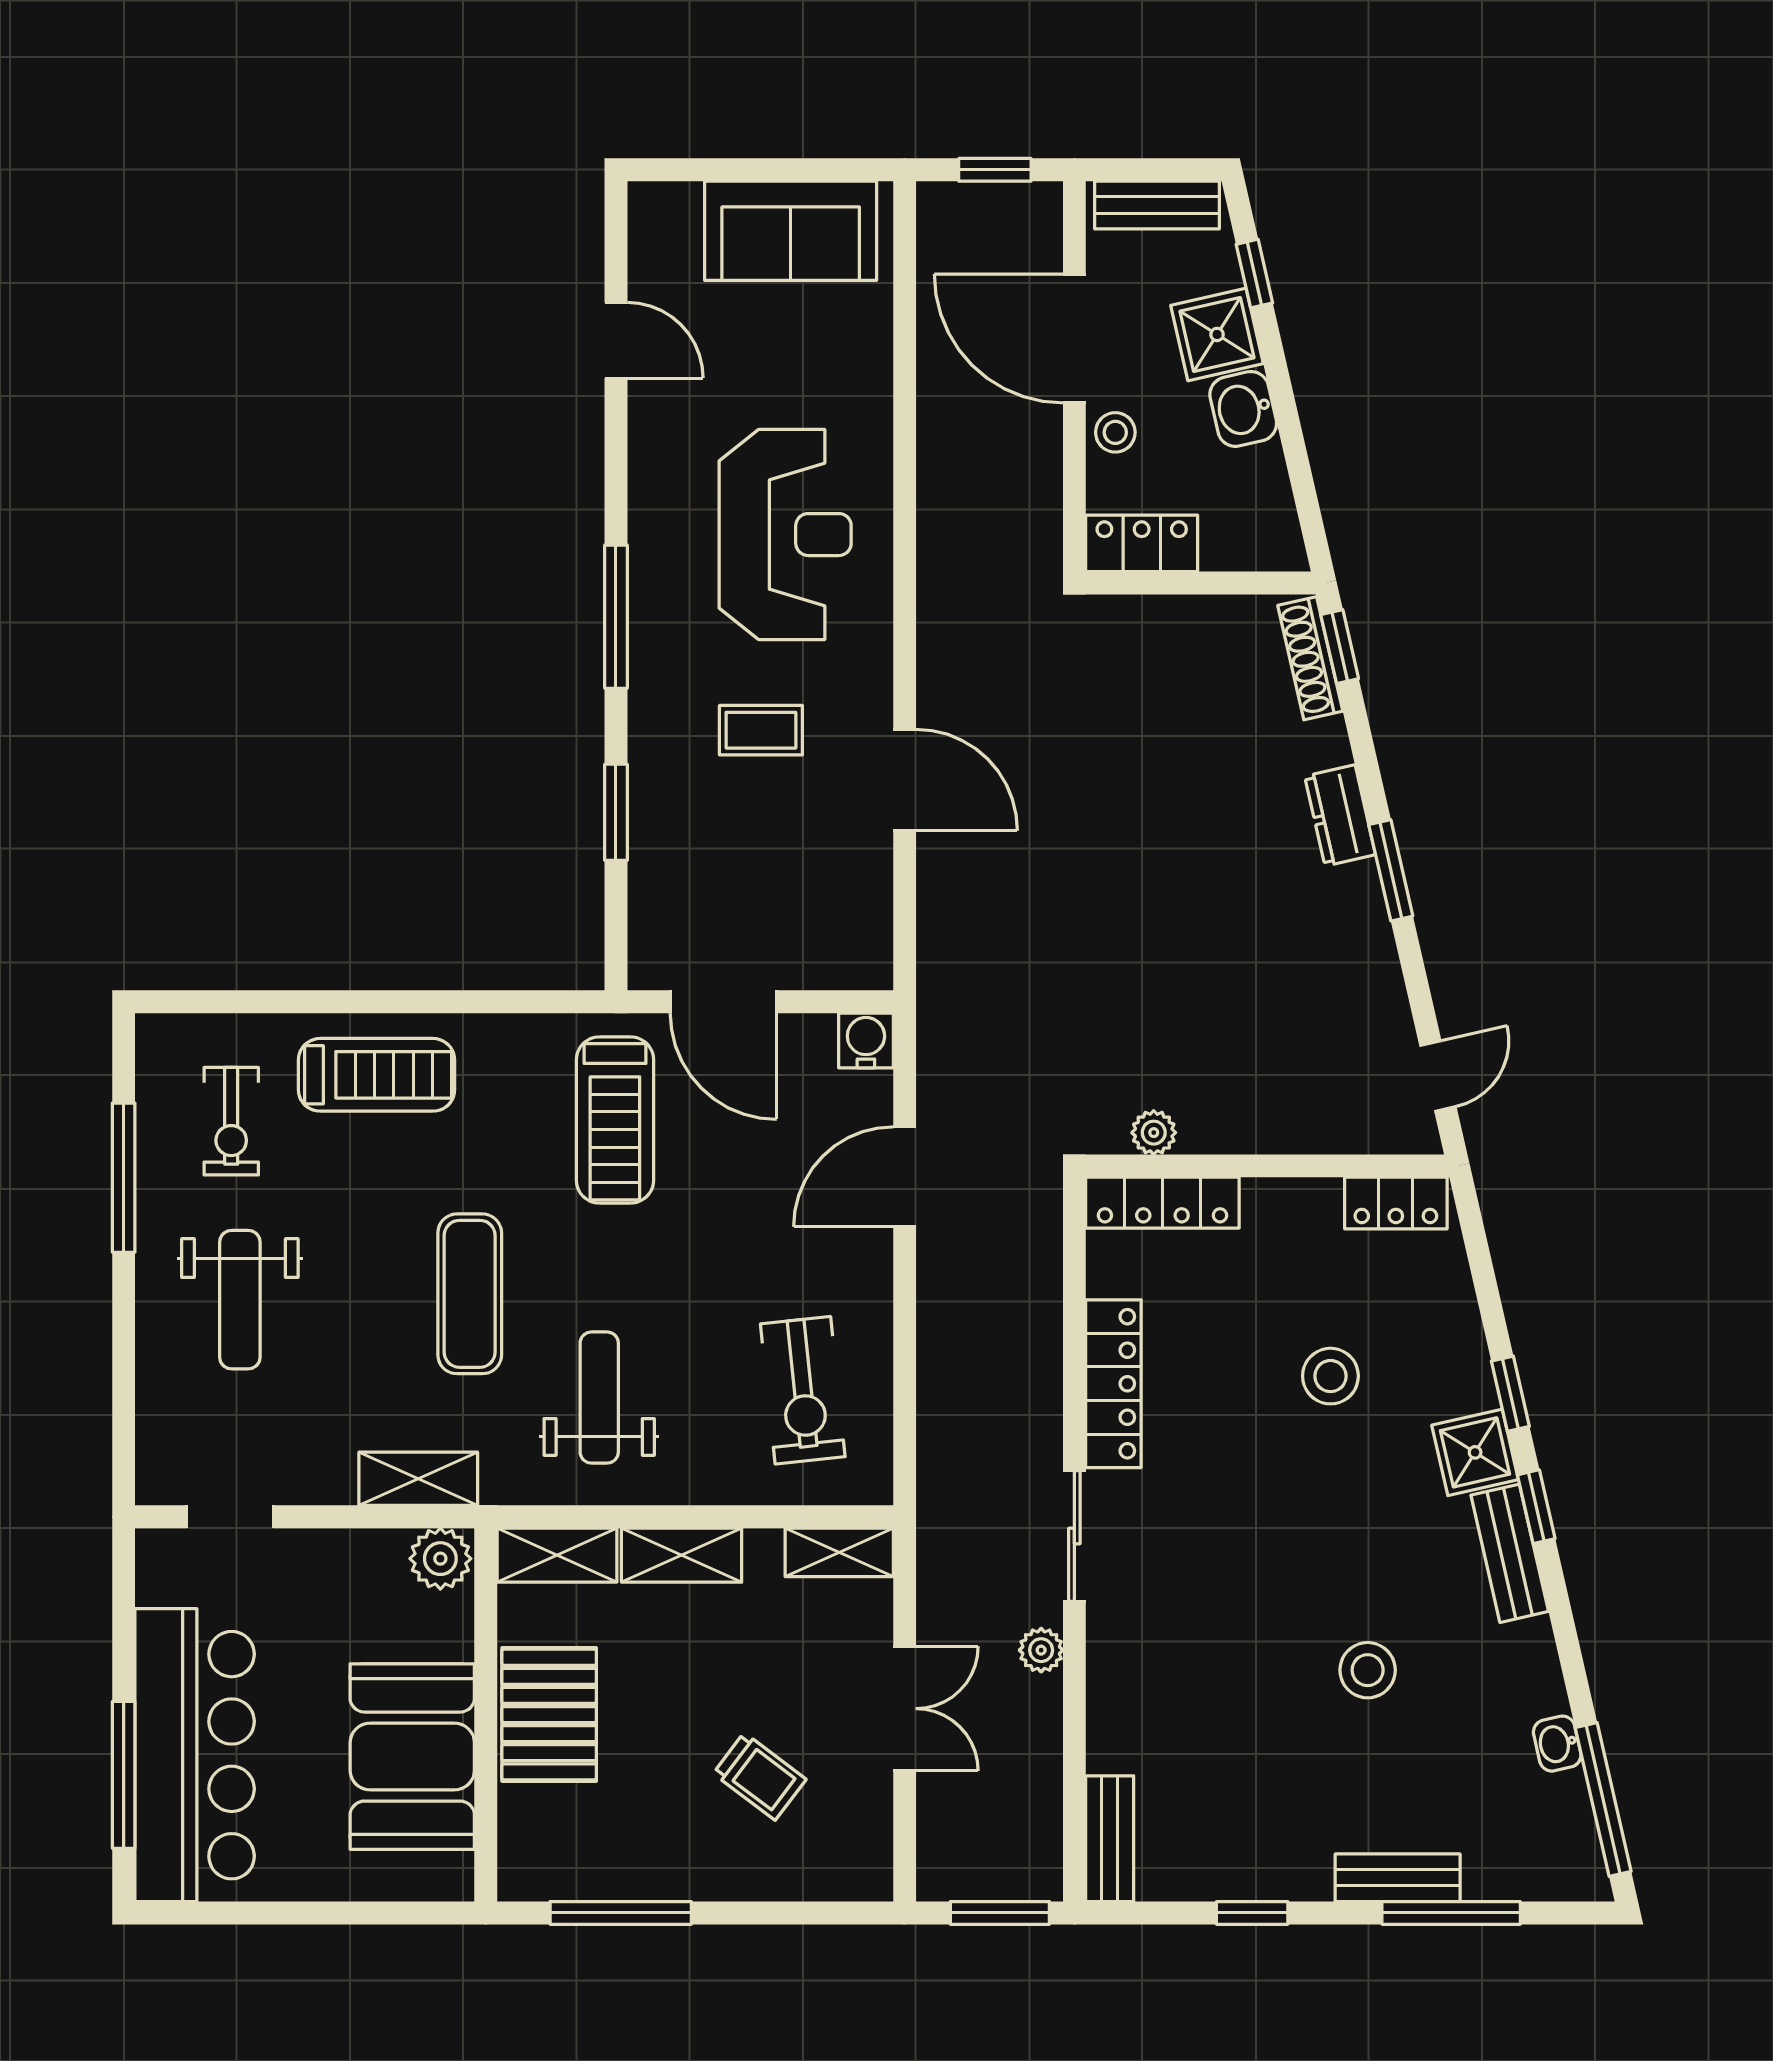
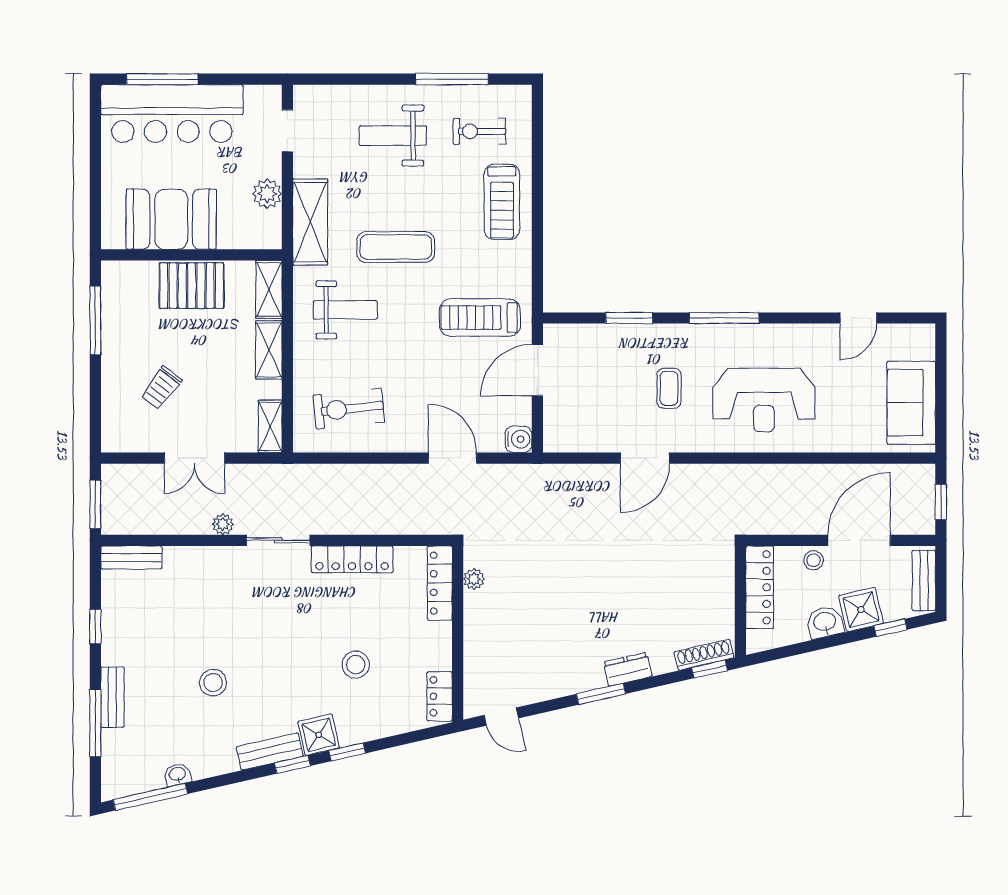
locker: (1142, 543) -> (760, 587), width x1.53
shelving: (418, 1479) -> (310, 222), width x1.50, depth x1.33
plant: (440, 1559) -> (267, 194), moved

